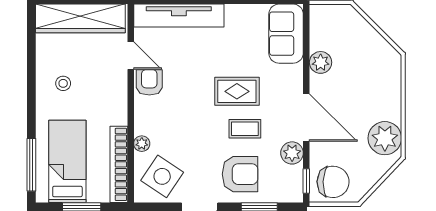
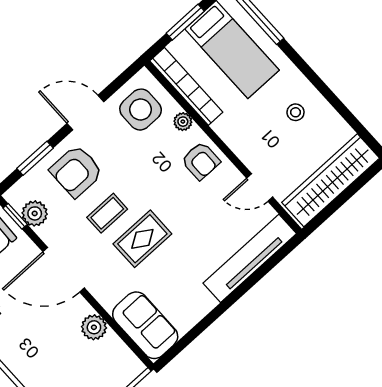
armchair: (149, 82) -> (201, 161), moved
plant: (292, 153) -> (35, 213), moved
side table: (162, 176) -> (141, 110), turned -34

